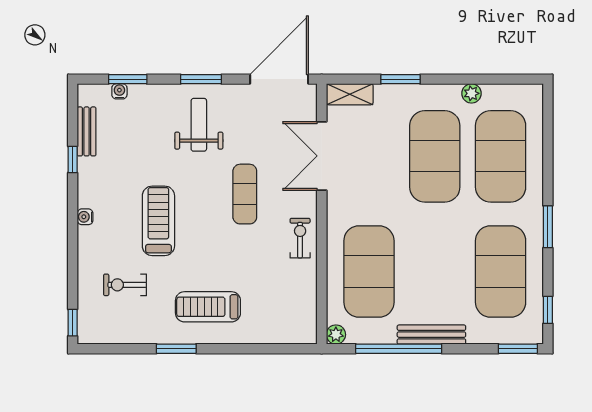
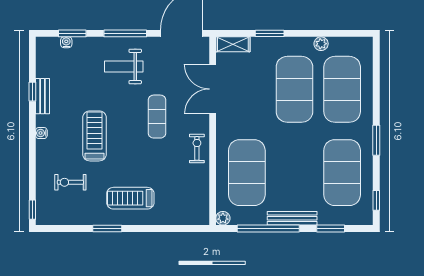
window: (201, 79) -> (125, 33), width x1.44
weight bench: (199, 125) -> (124, 66), turned -90
bench: (87, 131) -> (42, 96), moved
window: (518, 349) -> (331, 229), moved

